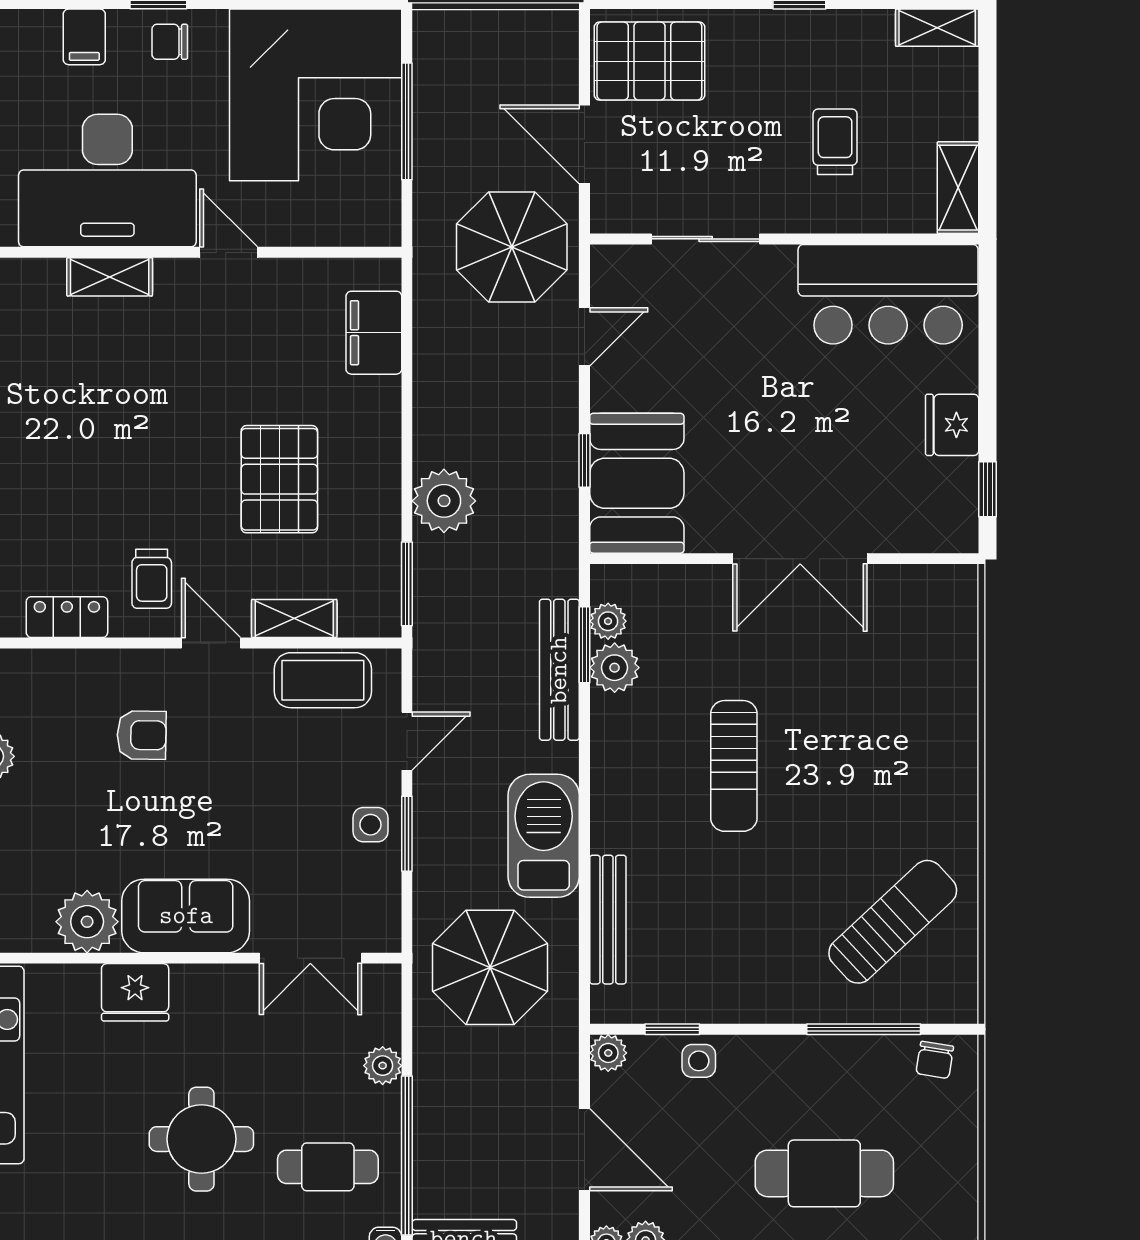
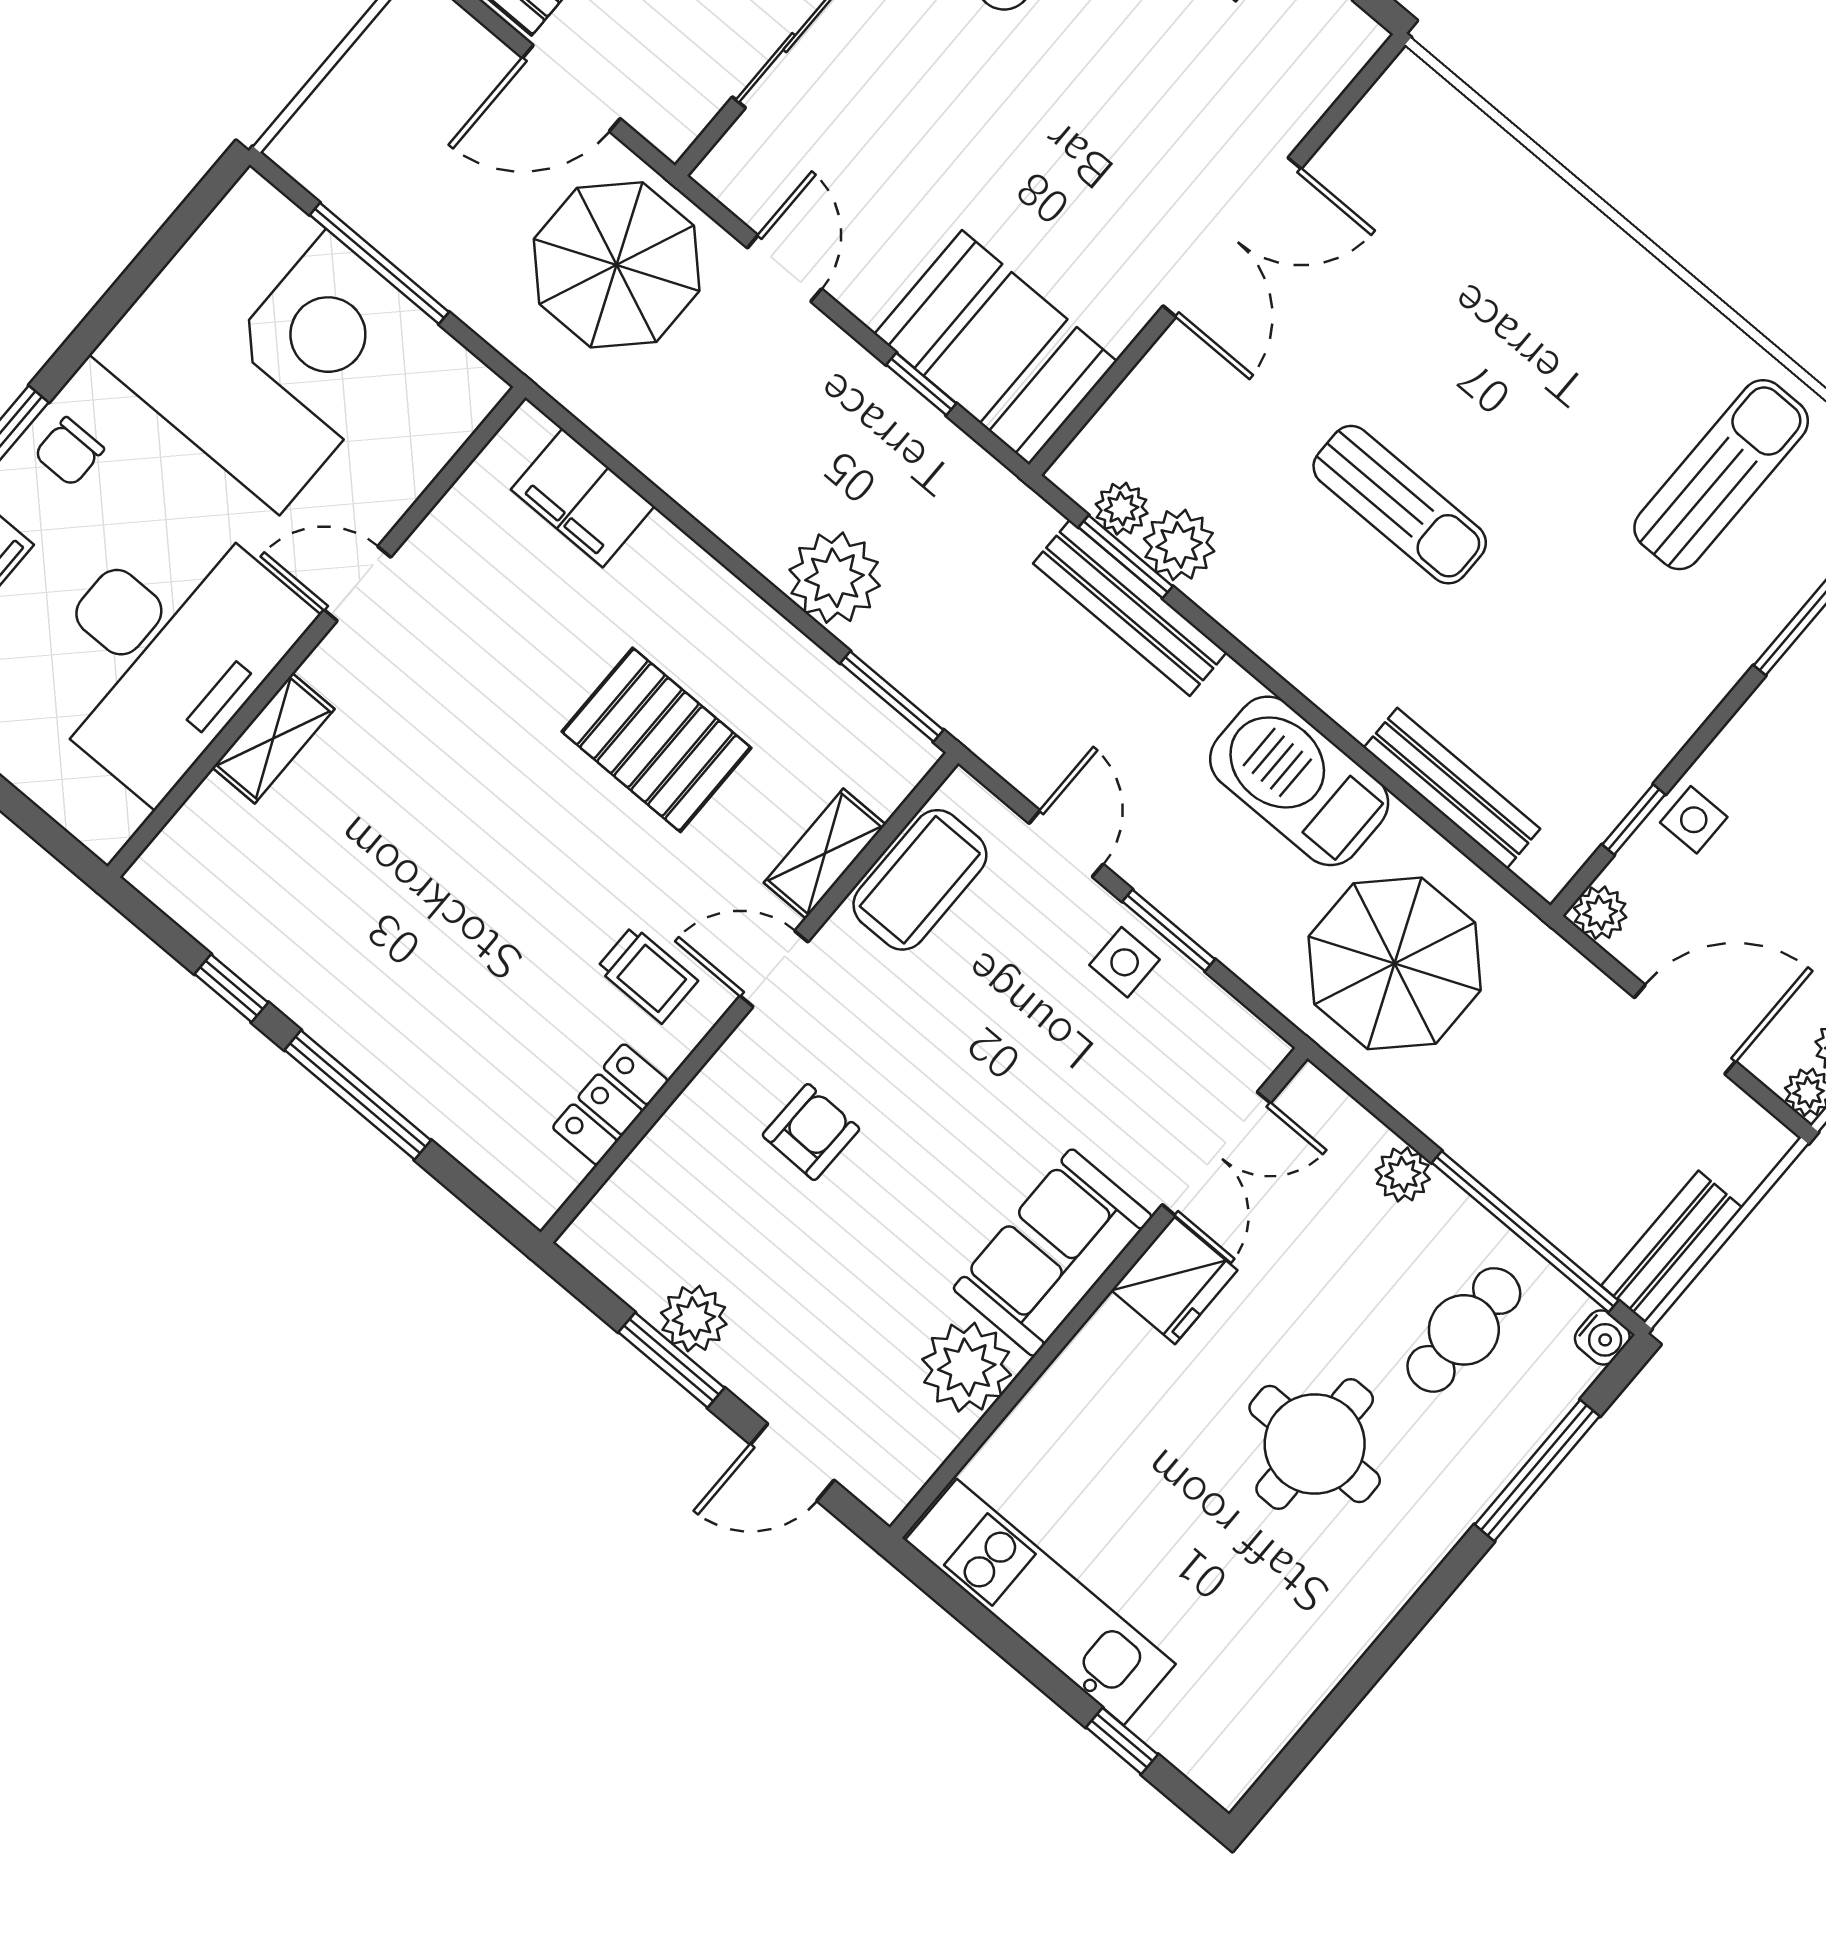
sun lounger: (893, 922) -> (1721, 475), turned 43
fridge: (135, 992) -> (1174, 1280), moved

